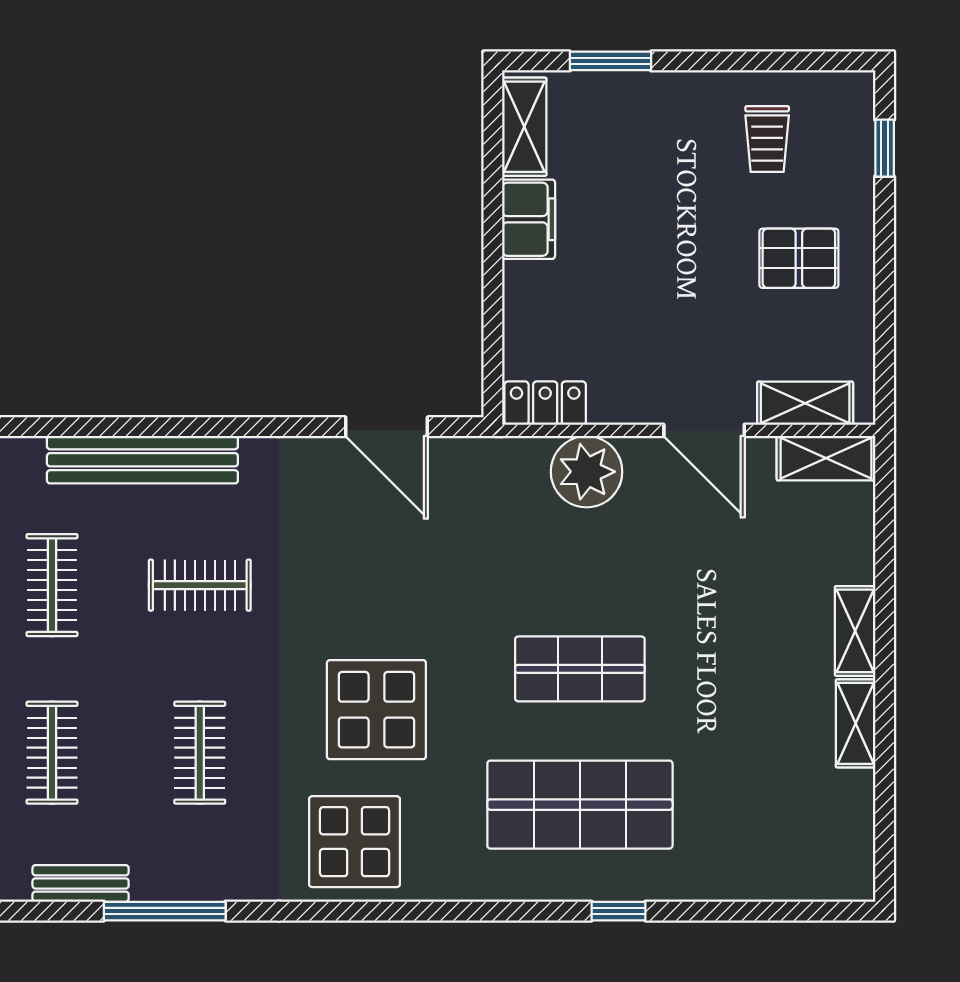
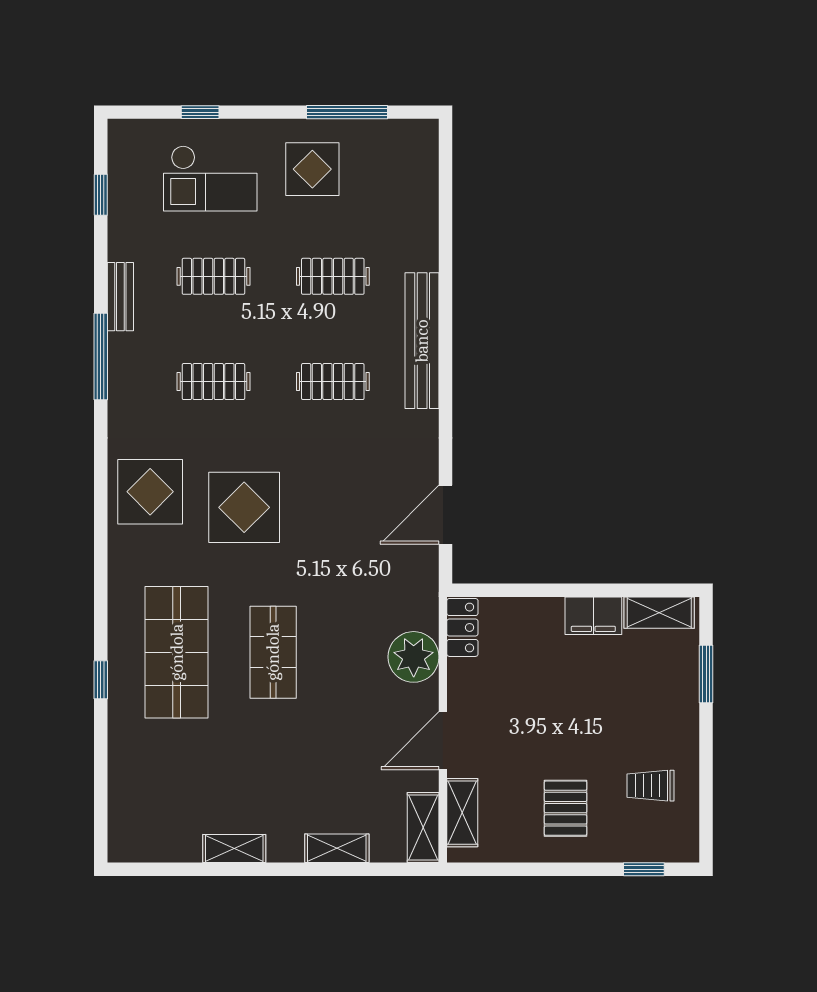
clothes rail: (200, 585) -> (333, 382), turned 90
shelving: (855, 631) -> (337, 848), moved

